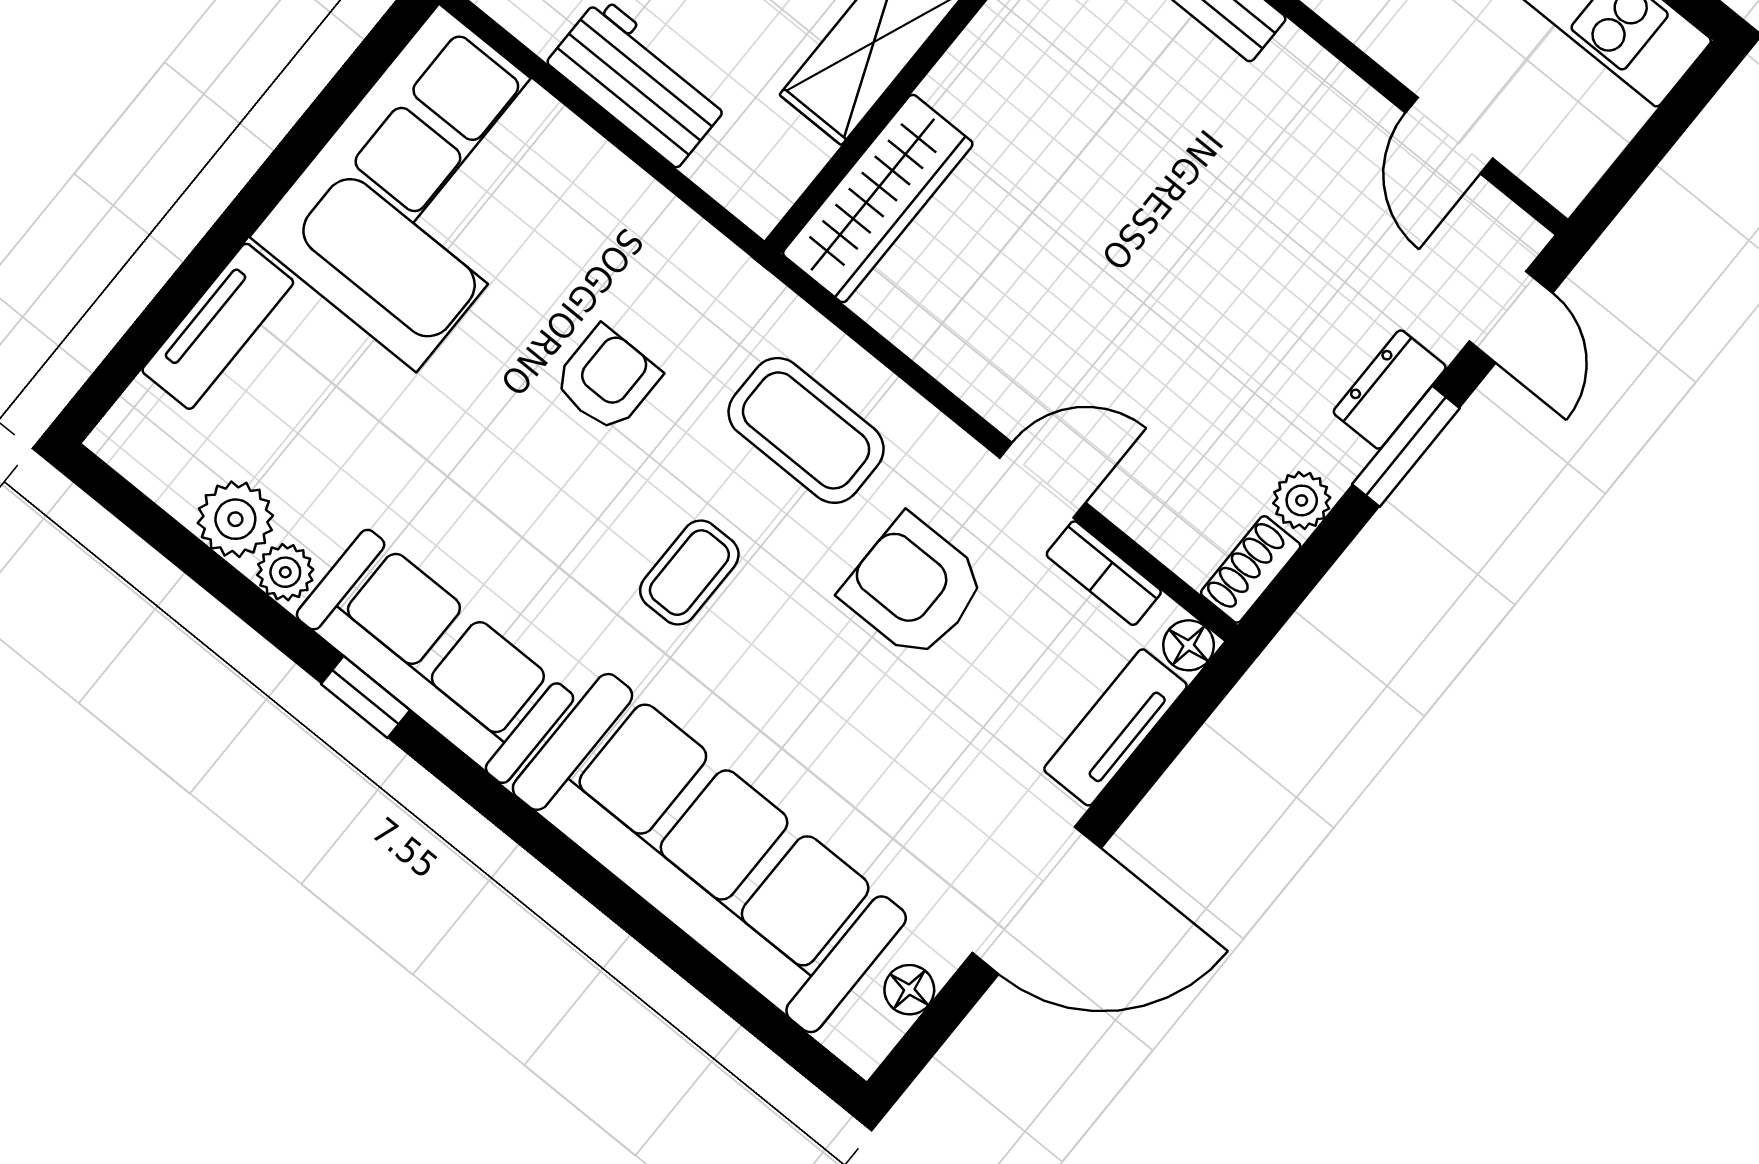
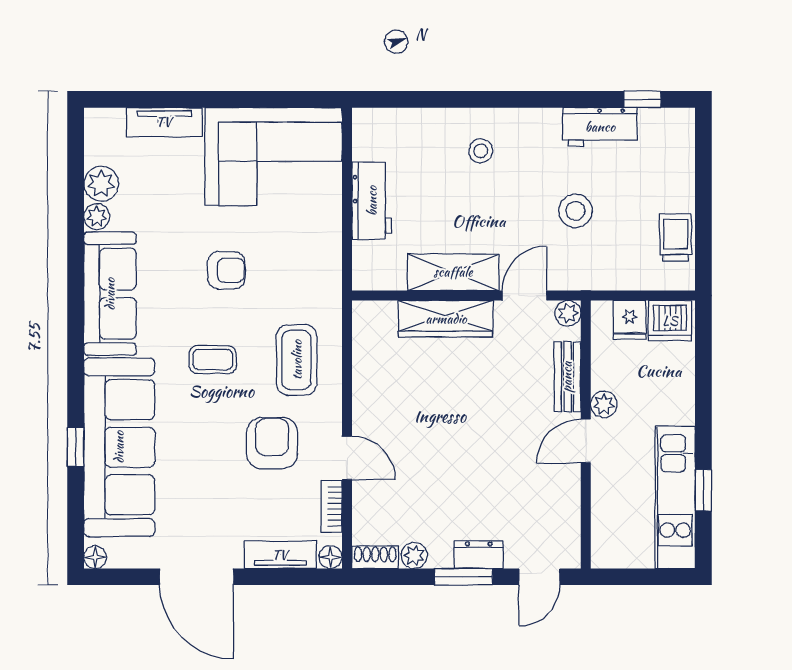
door: (1449, 136) -> (586, 441), moved
wardrobe: (878, 199) -> (446, 319), moved
armchair: (607, 379) -> (226, 270), moved
window: (366, 697) -> (76, 447), moved
floor lamp: (909, 990) -> (95, 557), moved

